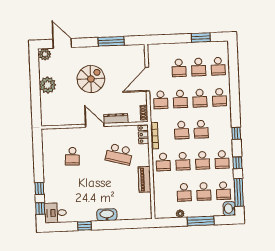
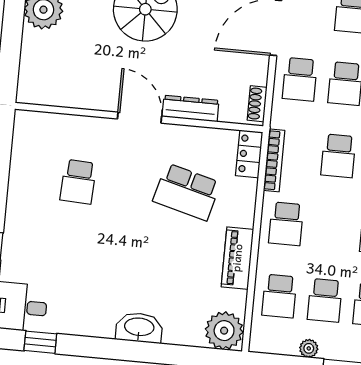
school desk: (183, 161) -> (279, 296), moved
plant: (143, 211) -> (224, 331), added
window: (84, 226) -> (40, 342), moved

